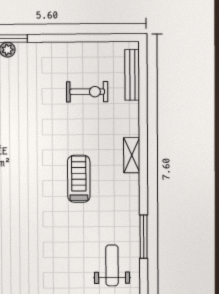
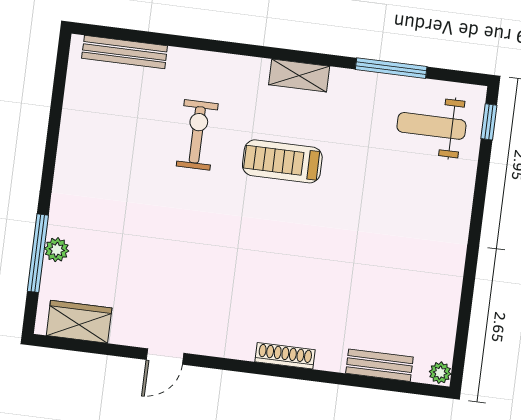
exercise bike: (87, 92) -> (197, 135), moved
shelving: (132, 155) -> (299, 76), moved

